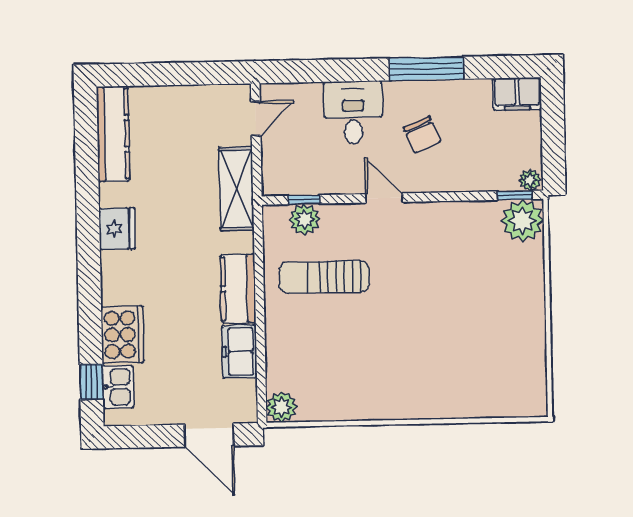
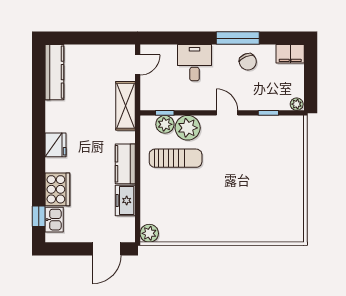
chair: (422, 135) -> (248, 62), moved
window: (515, 195) -> (268, 113), moved
door: (384, 198) -> (227, 113), moved
plant: (522, 221) -> (188, 128), moved
fridge: (117, 229) -> (55, 145), moved
sun lounger: (324, 277) -> (176, 158), turned 180
door: (209, 435) -> (107, 249), hinge flipped

